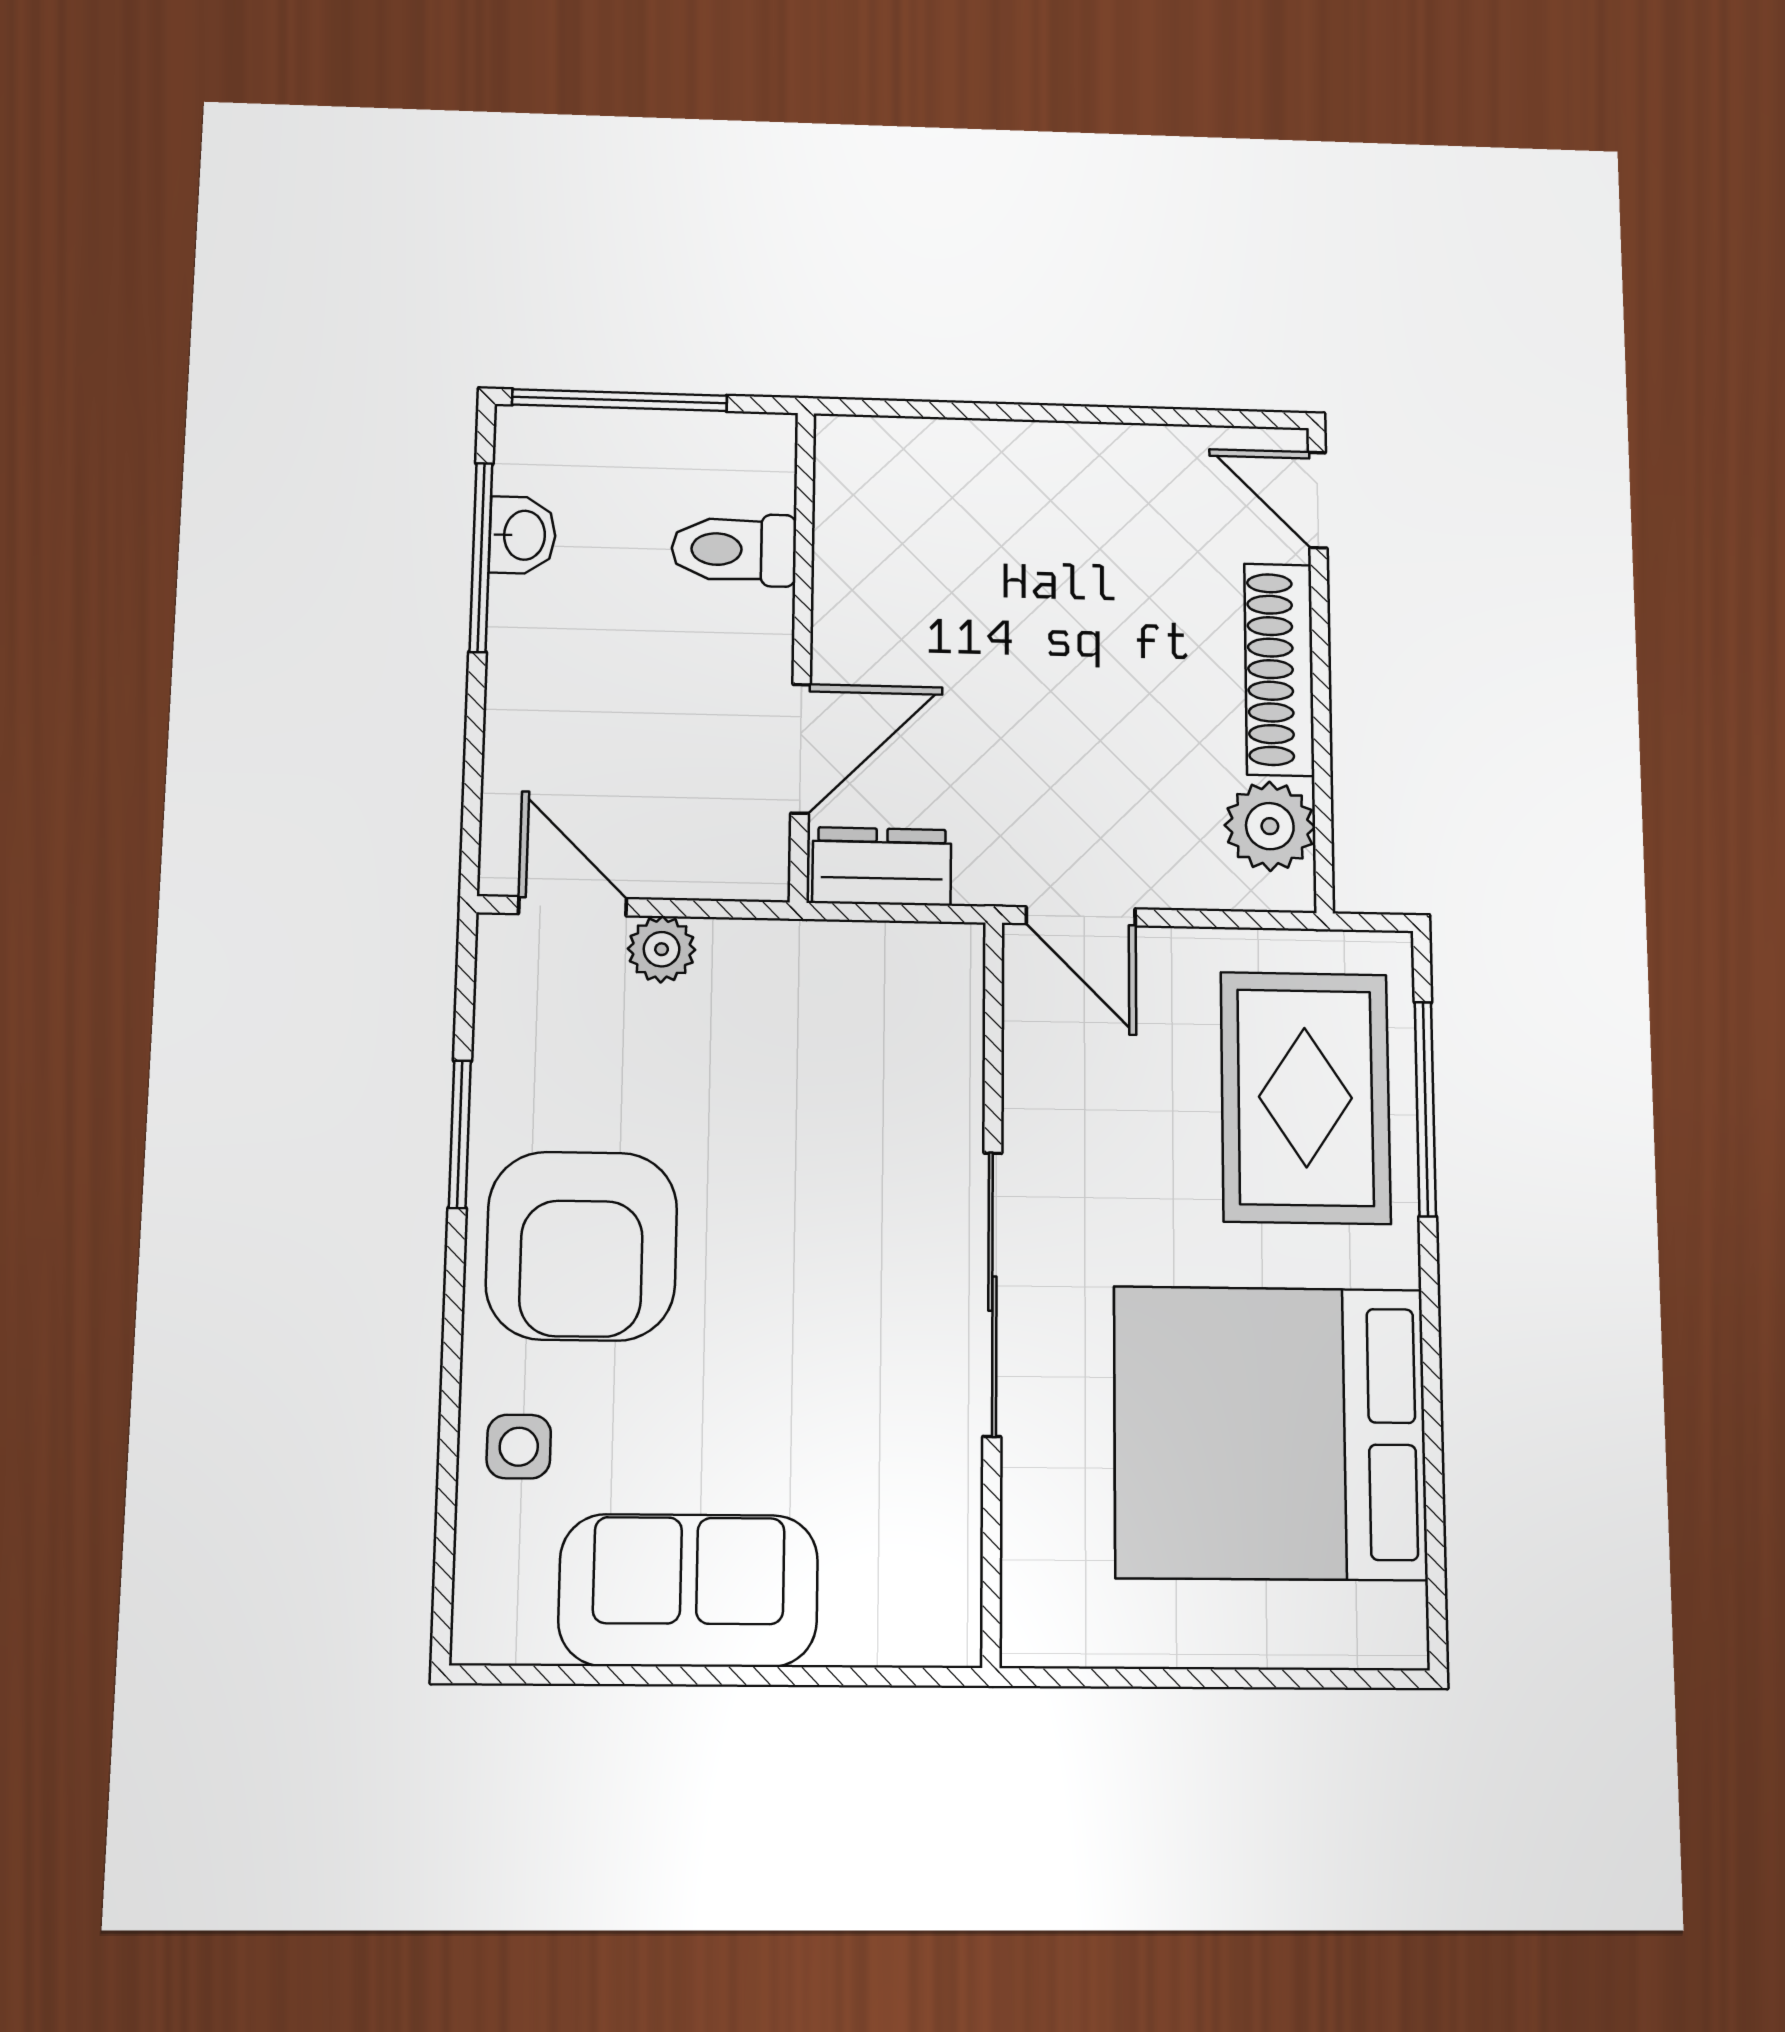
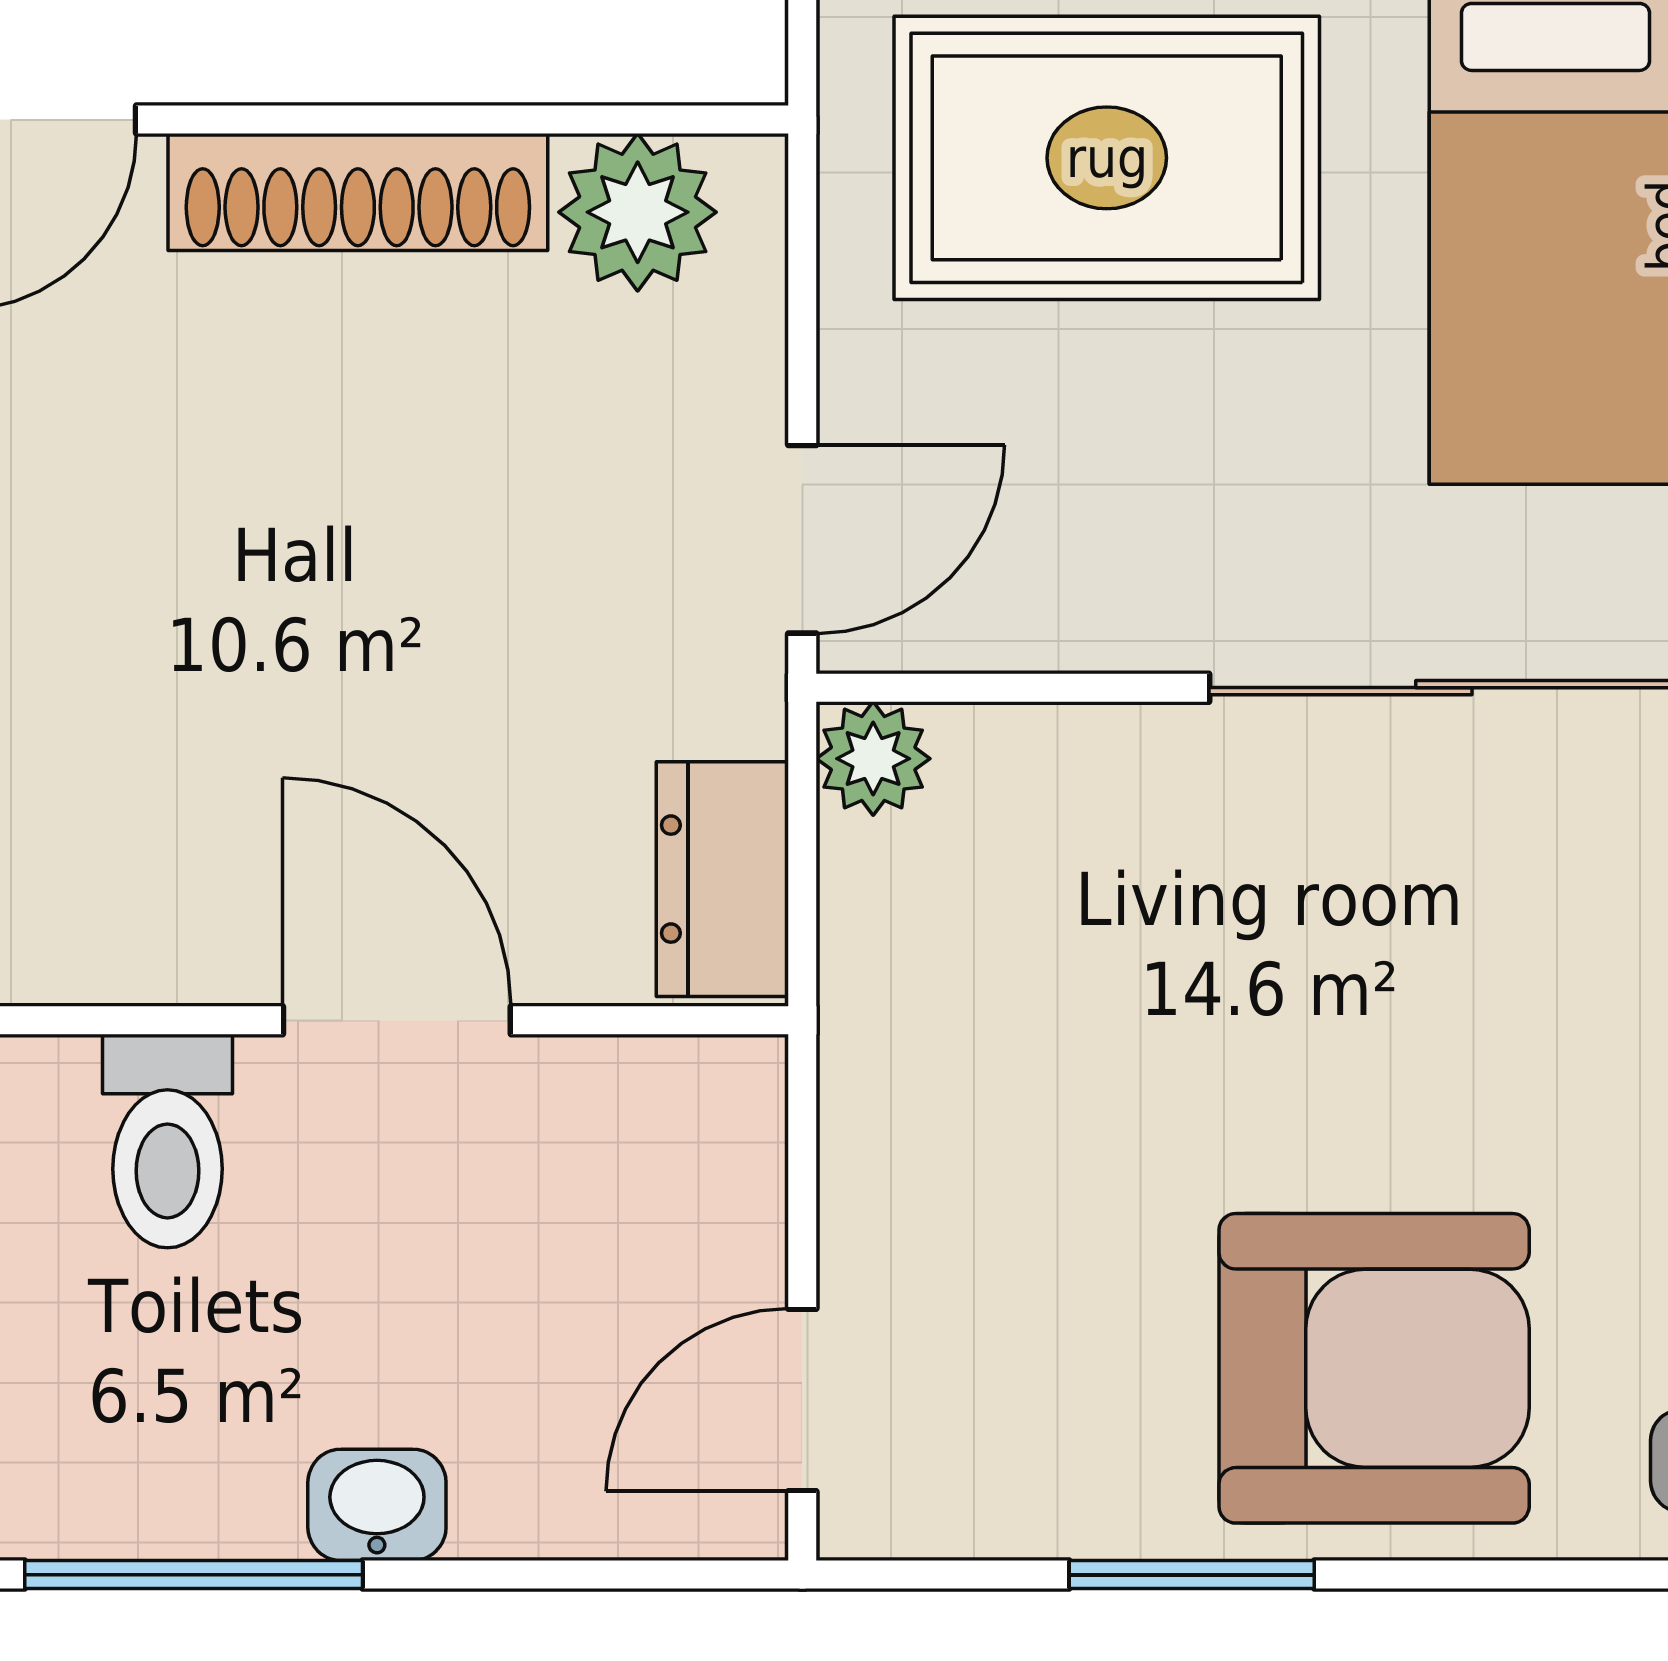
washbasin: (523, 535) -> (377, 1505), moved
door: (801, 749) -> (397, 1020), moved
plant: (662, 949) -> (873, 759), moved

